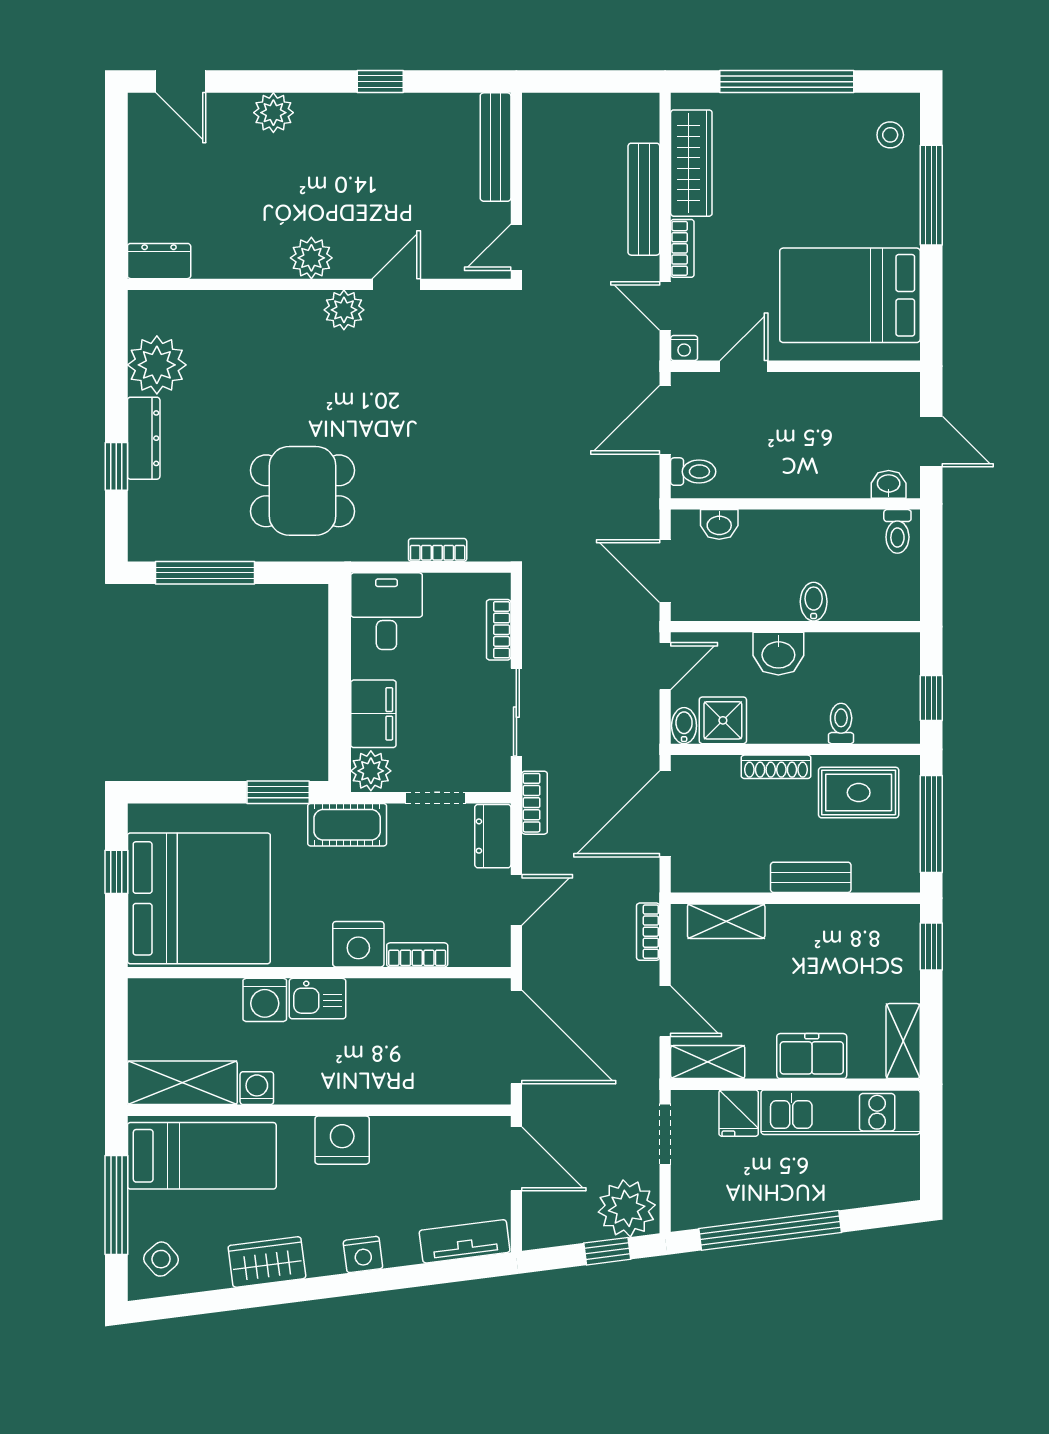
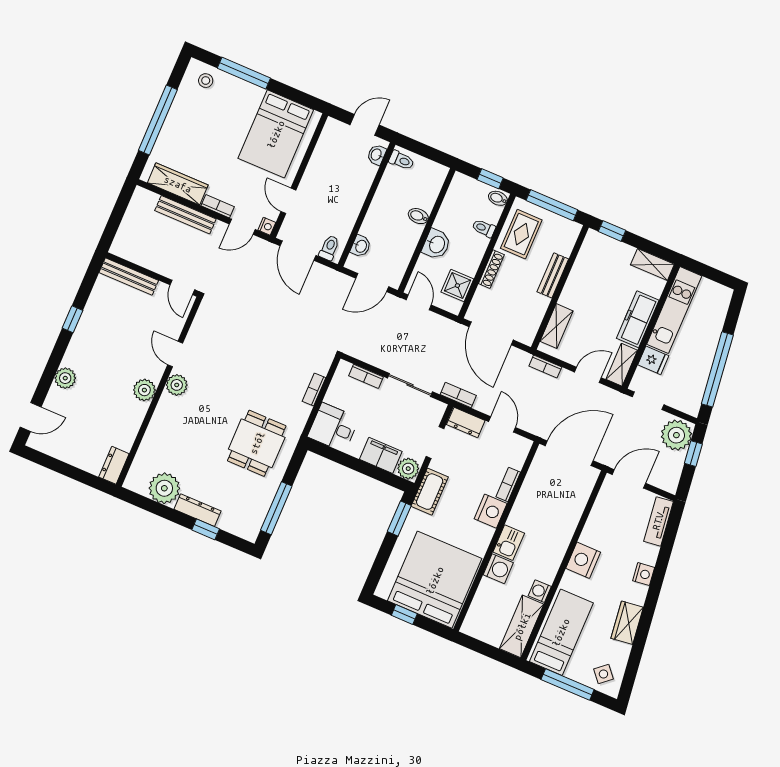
bidet: (684, 726) -> (498, 198), moved
freezer: (812, 1056) -> (638, 319), width x1.40

